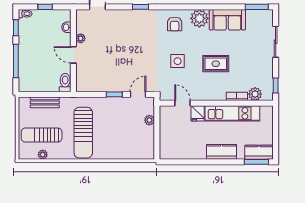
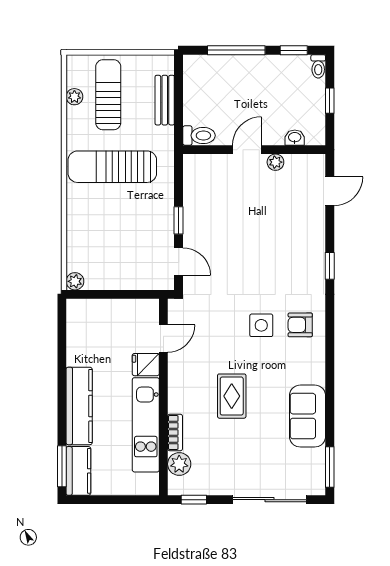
plant: (199, 18) -> (310, 368), removed
sliding door: (276, 42) -> (270, 500), width x1.37
side table: (178, 61) -> (261, 325), moved
plant: (149, 120) -> (75, 281), moved
kitchen counter: (222, 152) -> (79, 406), width x1.50

